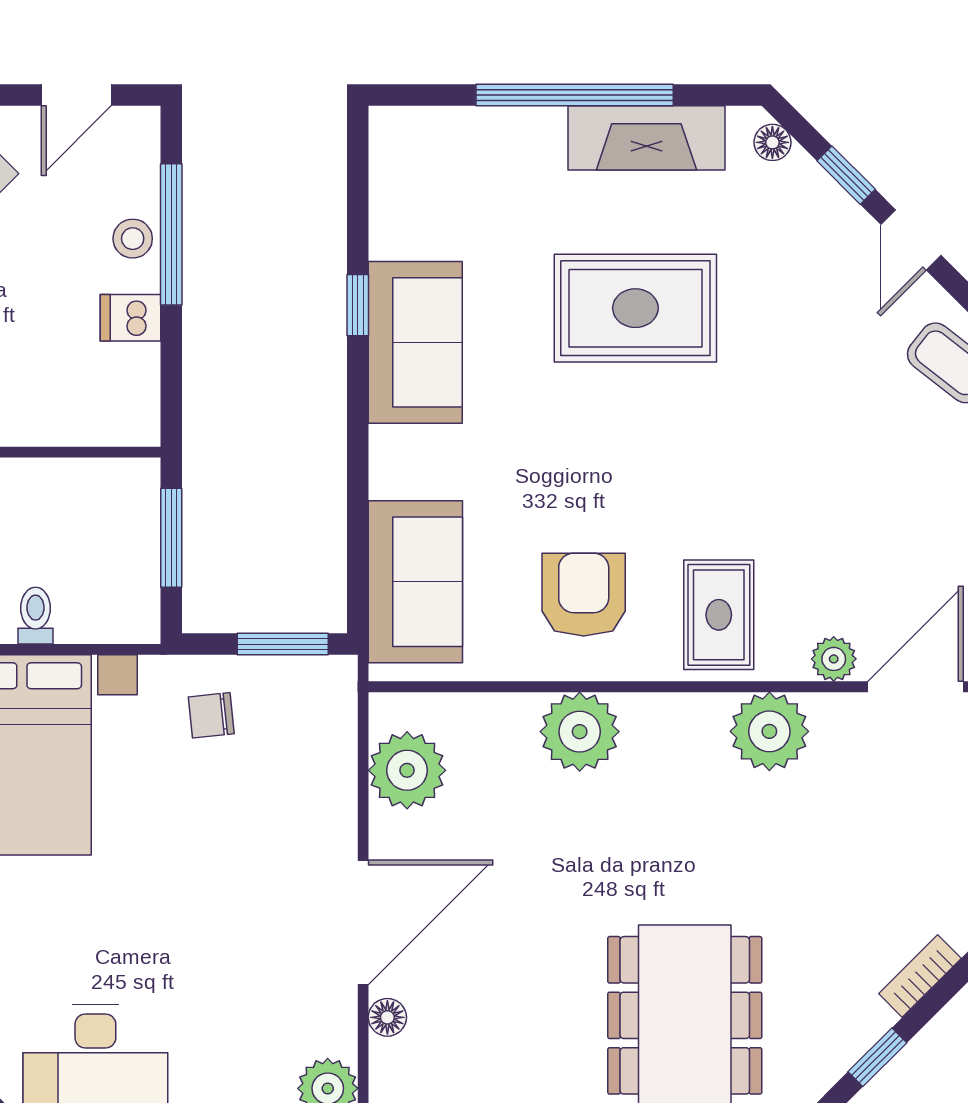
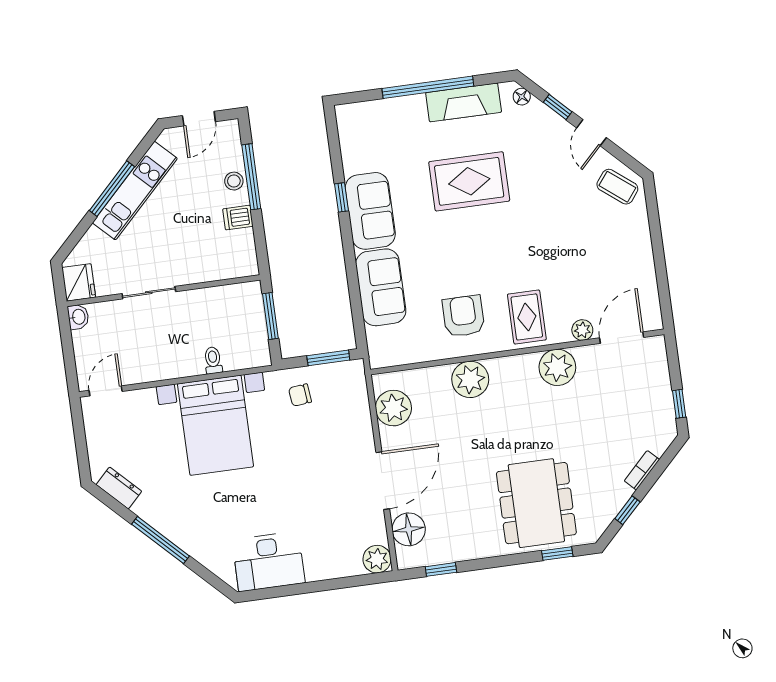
sofa: (415, 582) -> (381, 287), moved
floor lamp: (387, 1017) -> (409, 529), width x1.89, depth x1.89

